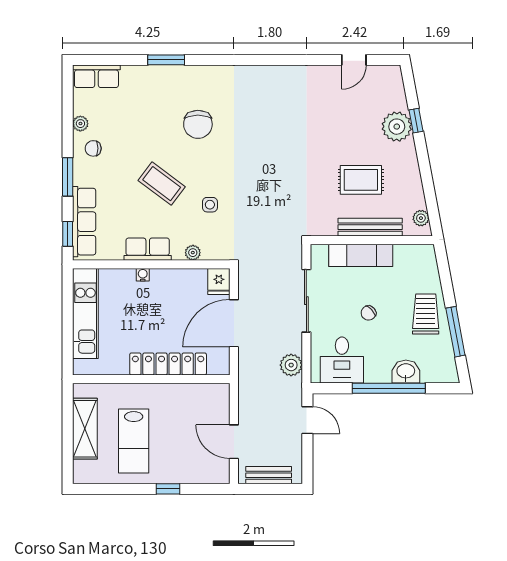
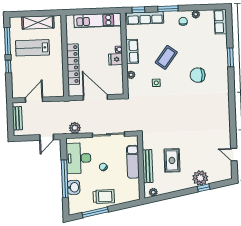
fridge: (219, 281) -> (116, 59), moved
desk: (342, 360) -> (79, 158), width x1.37
window: (119, 489) -> (7, 41), added

